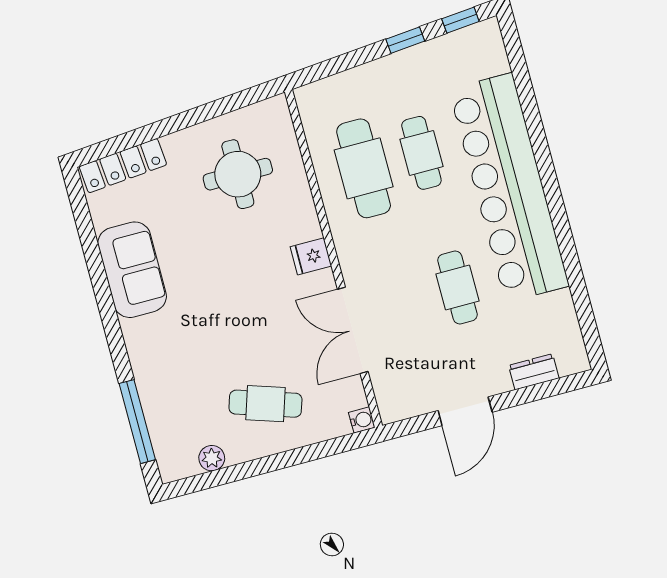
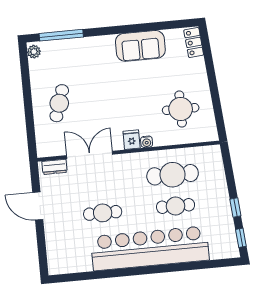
locker: (123, 166) -> (194, 42), width x0.66
dresser: (534, 372) -> (55, 167), moved, turned 90
water cooler: (362, 420) -> (147, 142), moved
plant: (212, 458) -> (34, 52), moved

